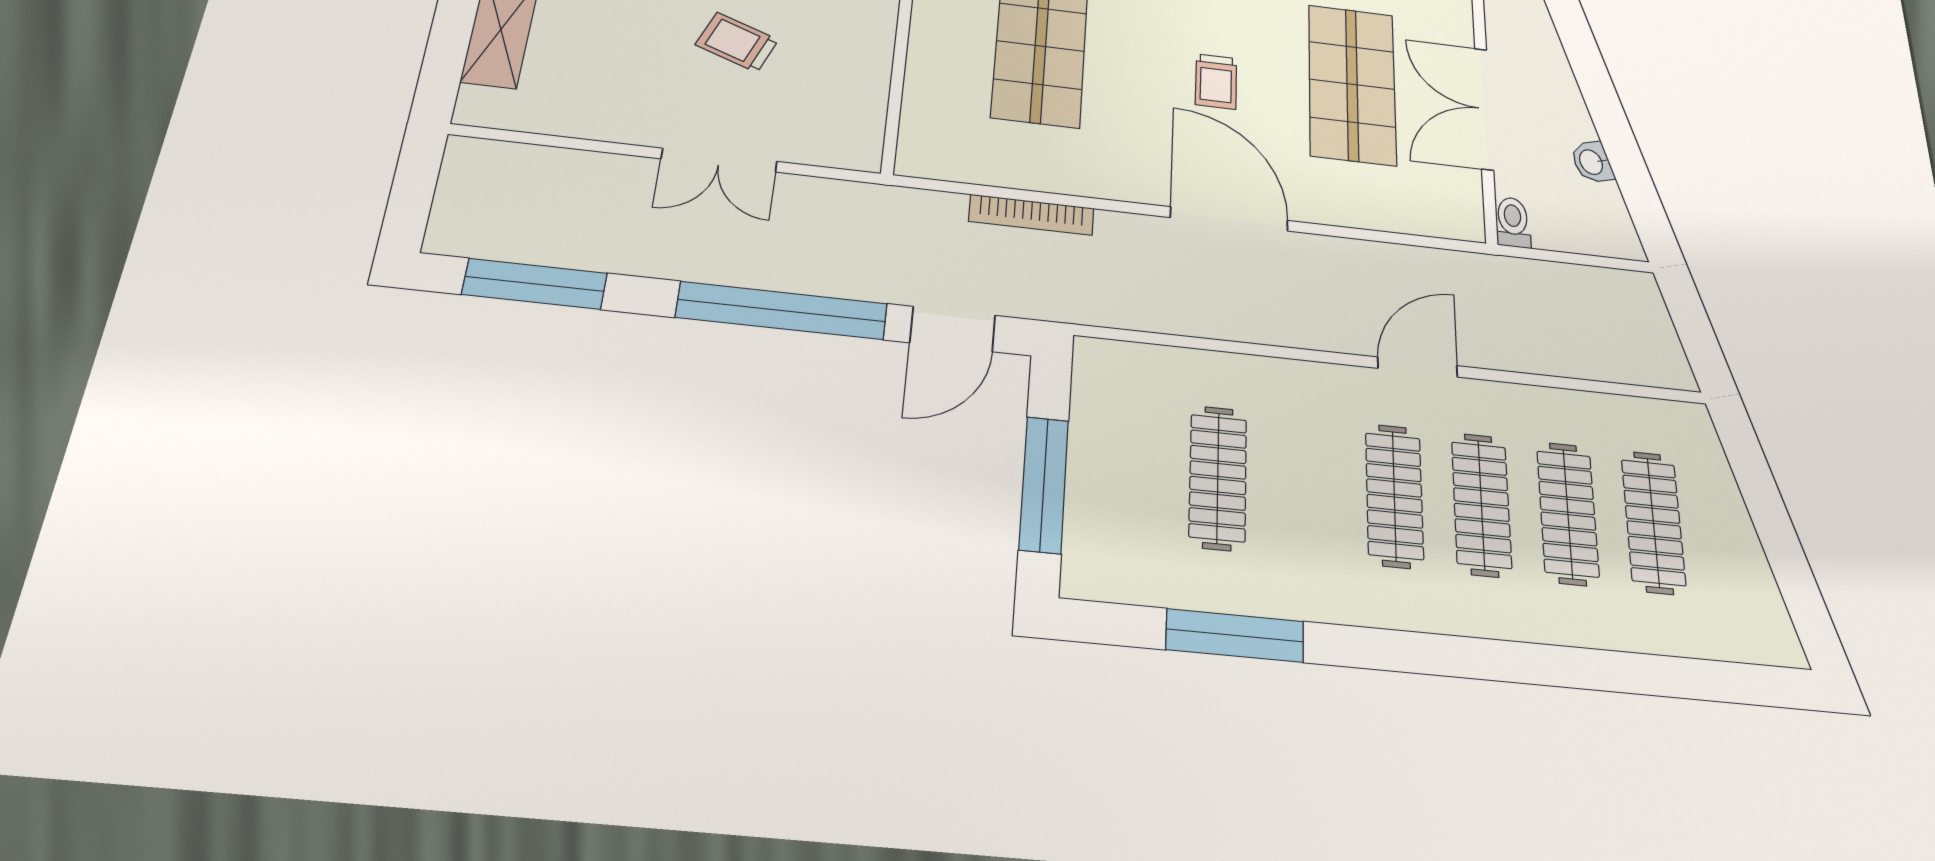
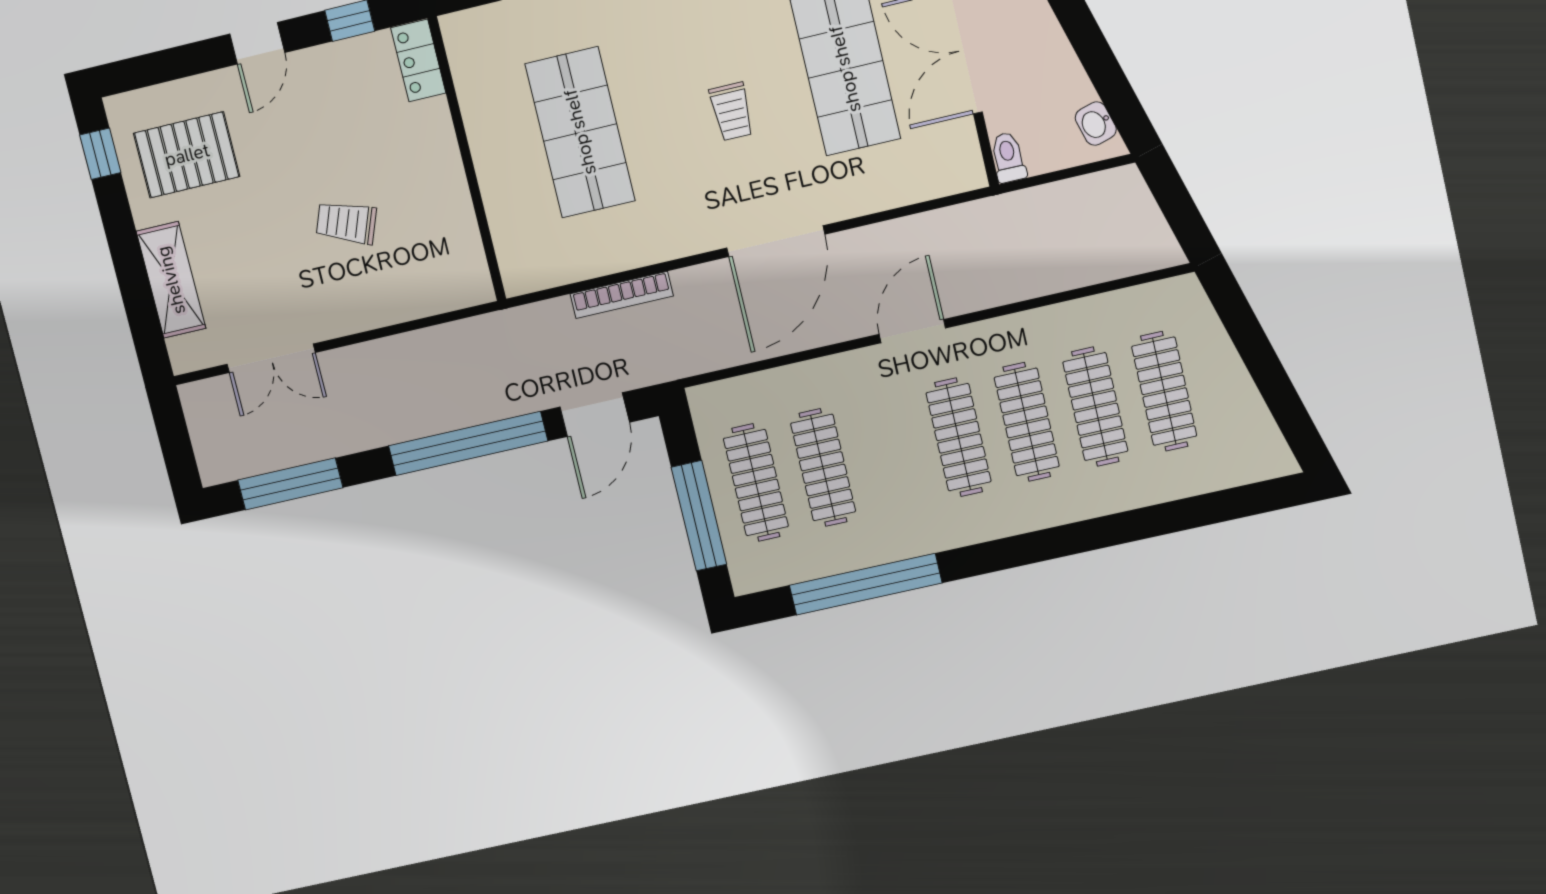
double door: (719, 160) -> (271, 358), moved
washbasin: (1592, 162) -> (1096, 124), moved
door: (1229, 219) -> (776, 241), swing flipped
door: (1418, 367) -> (912, 331), moved
clothes rail: (1128, 469) -> (756, 483), added
window: (1235, 635) -> (866, 584), width x1.46

